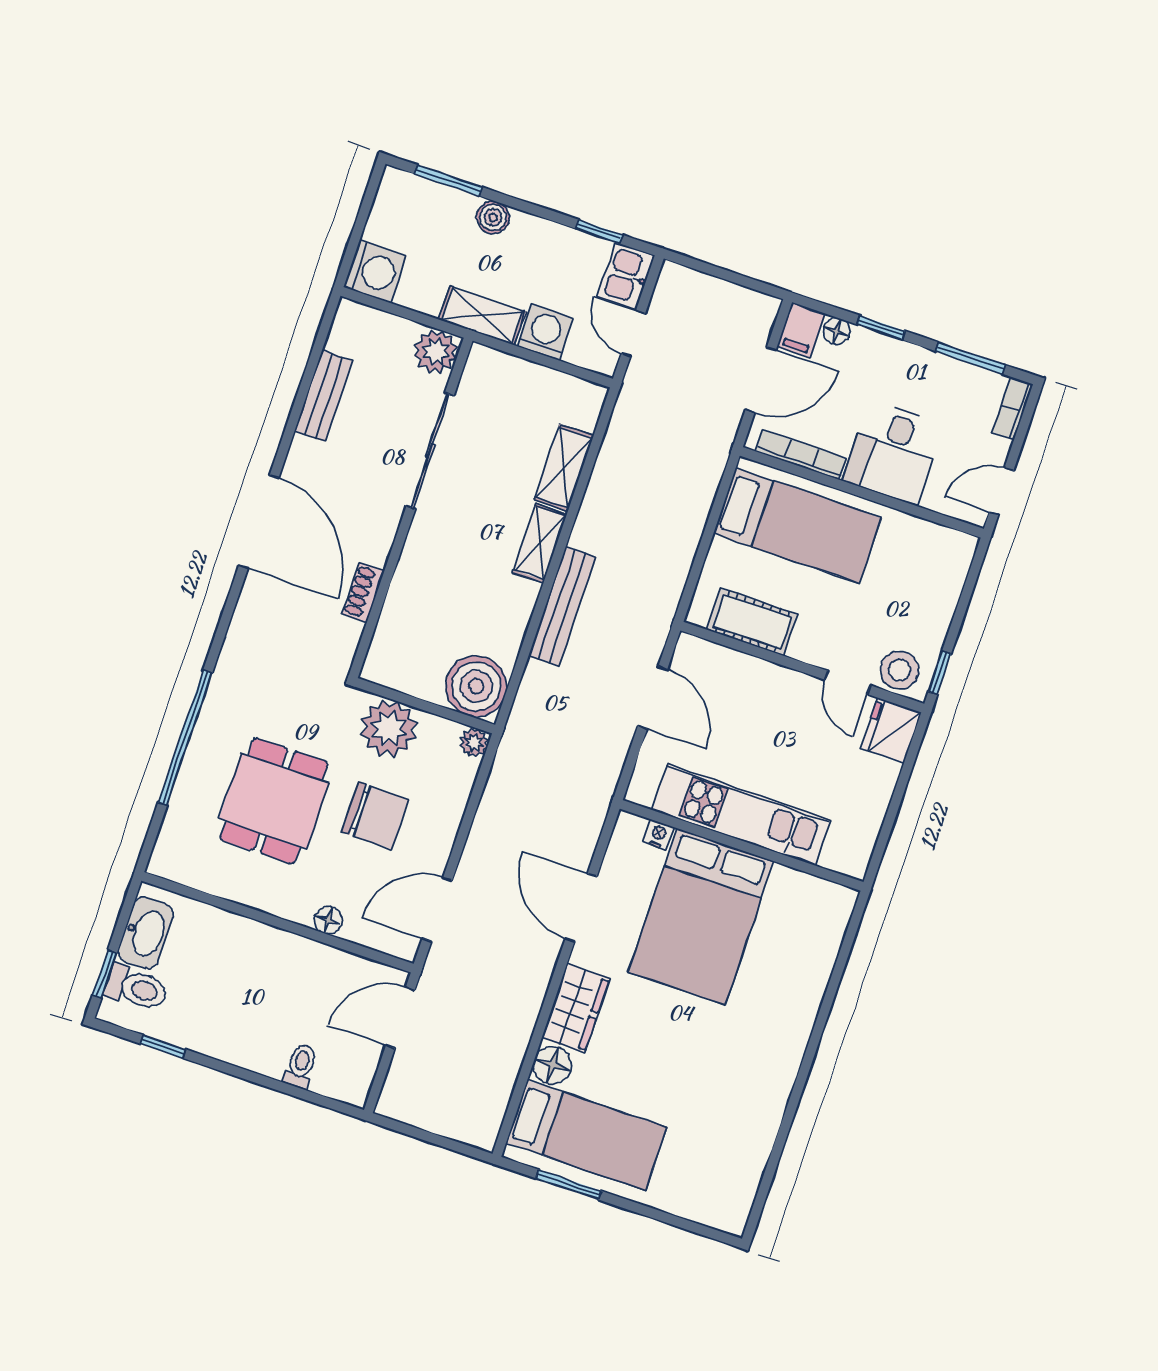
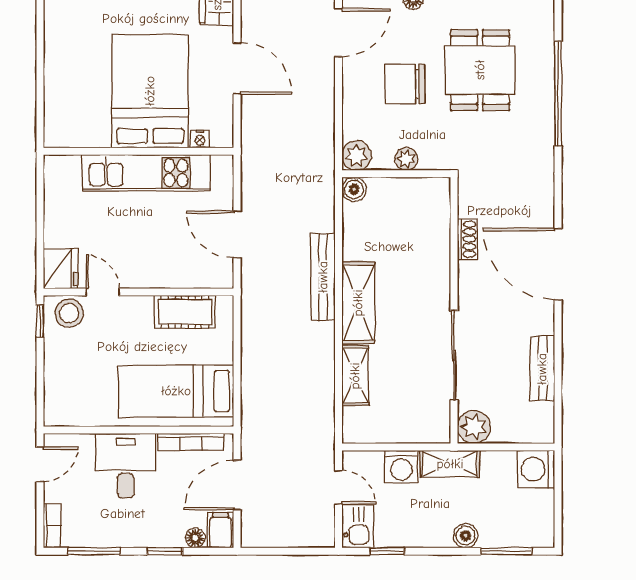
shelving: (540, 543) -> (358, 303), width x1.50, depth x1.33
boiler: (476, 686) -> (354, 189), width x0.54, depth x0.54
plant: (389, 729) -> (406, 159), width x0.53, depth x0.53
plant: (474, 742) -> (357, 156), width x1.38, depth x1.38

